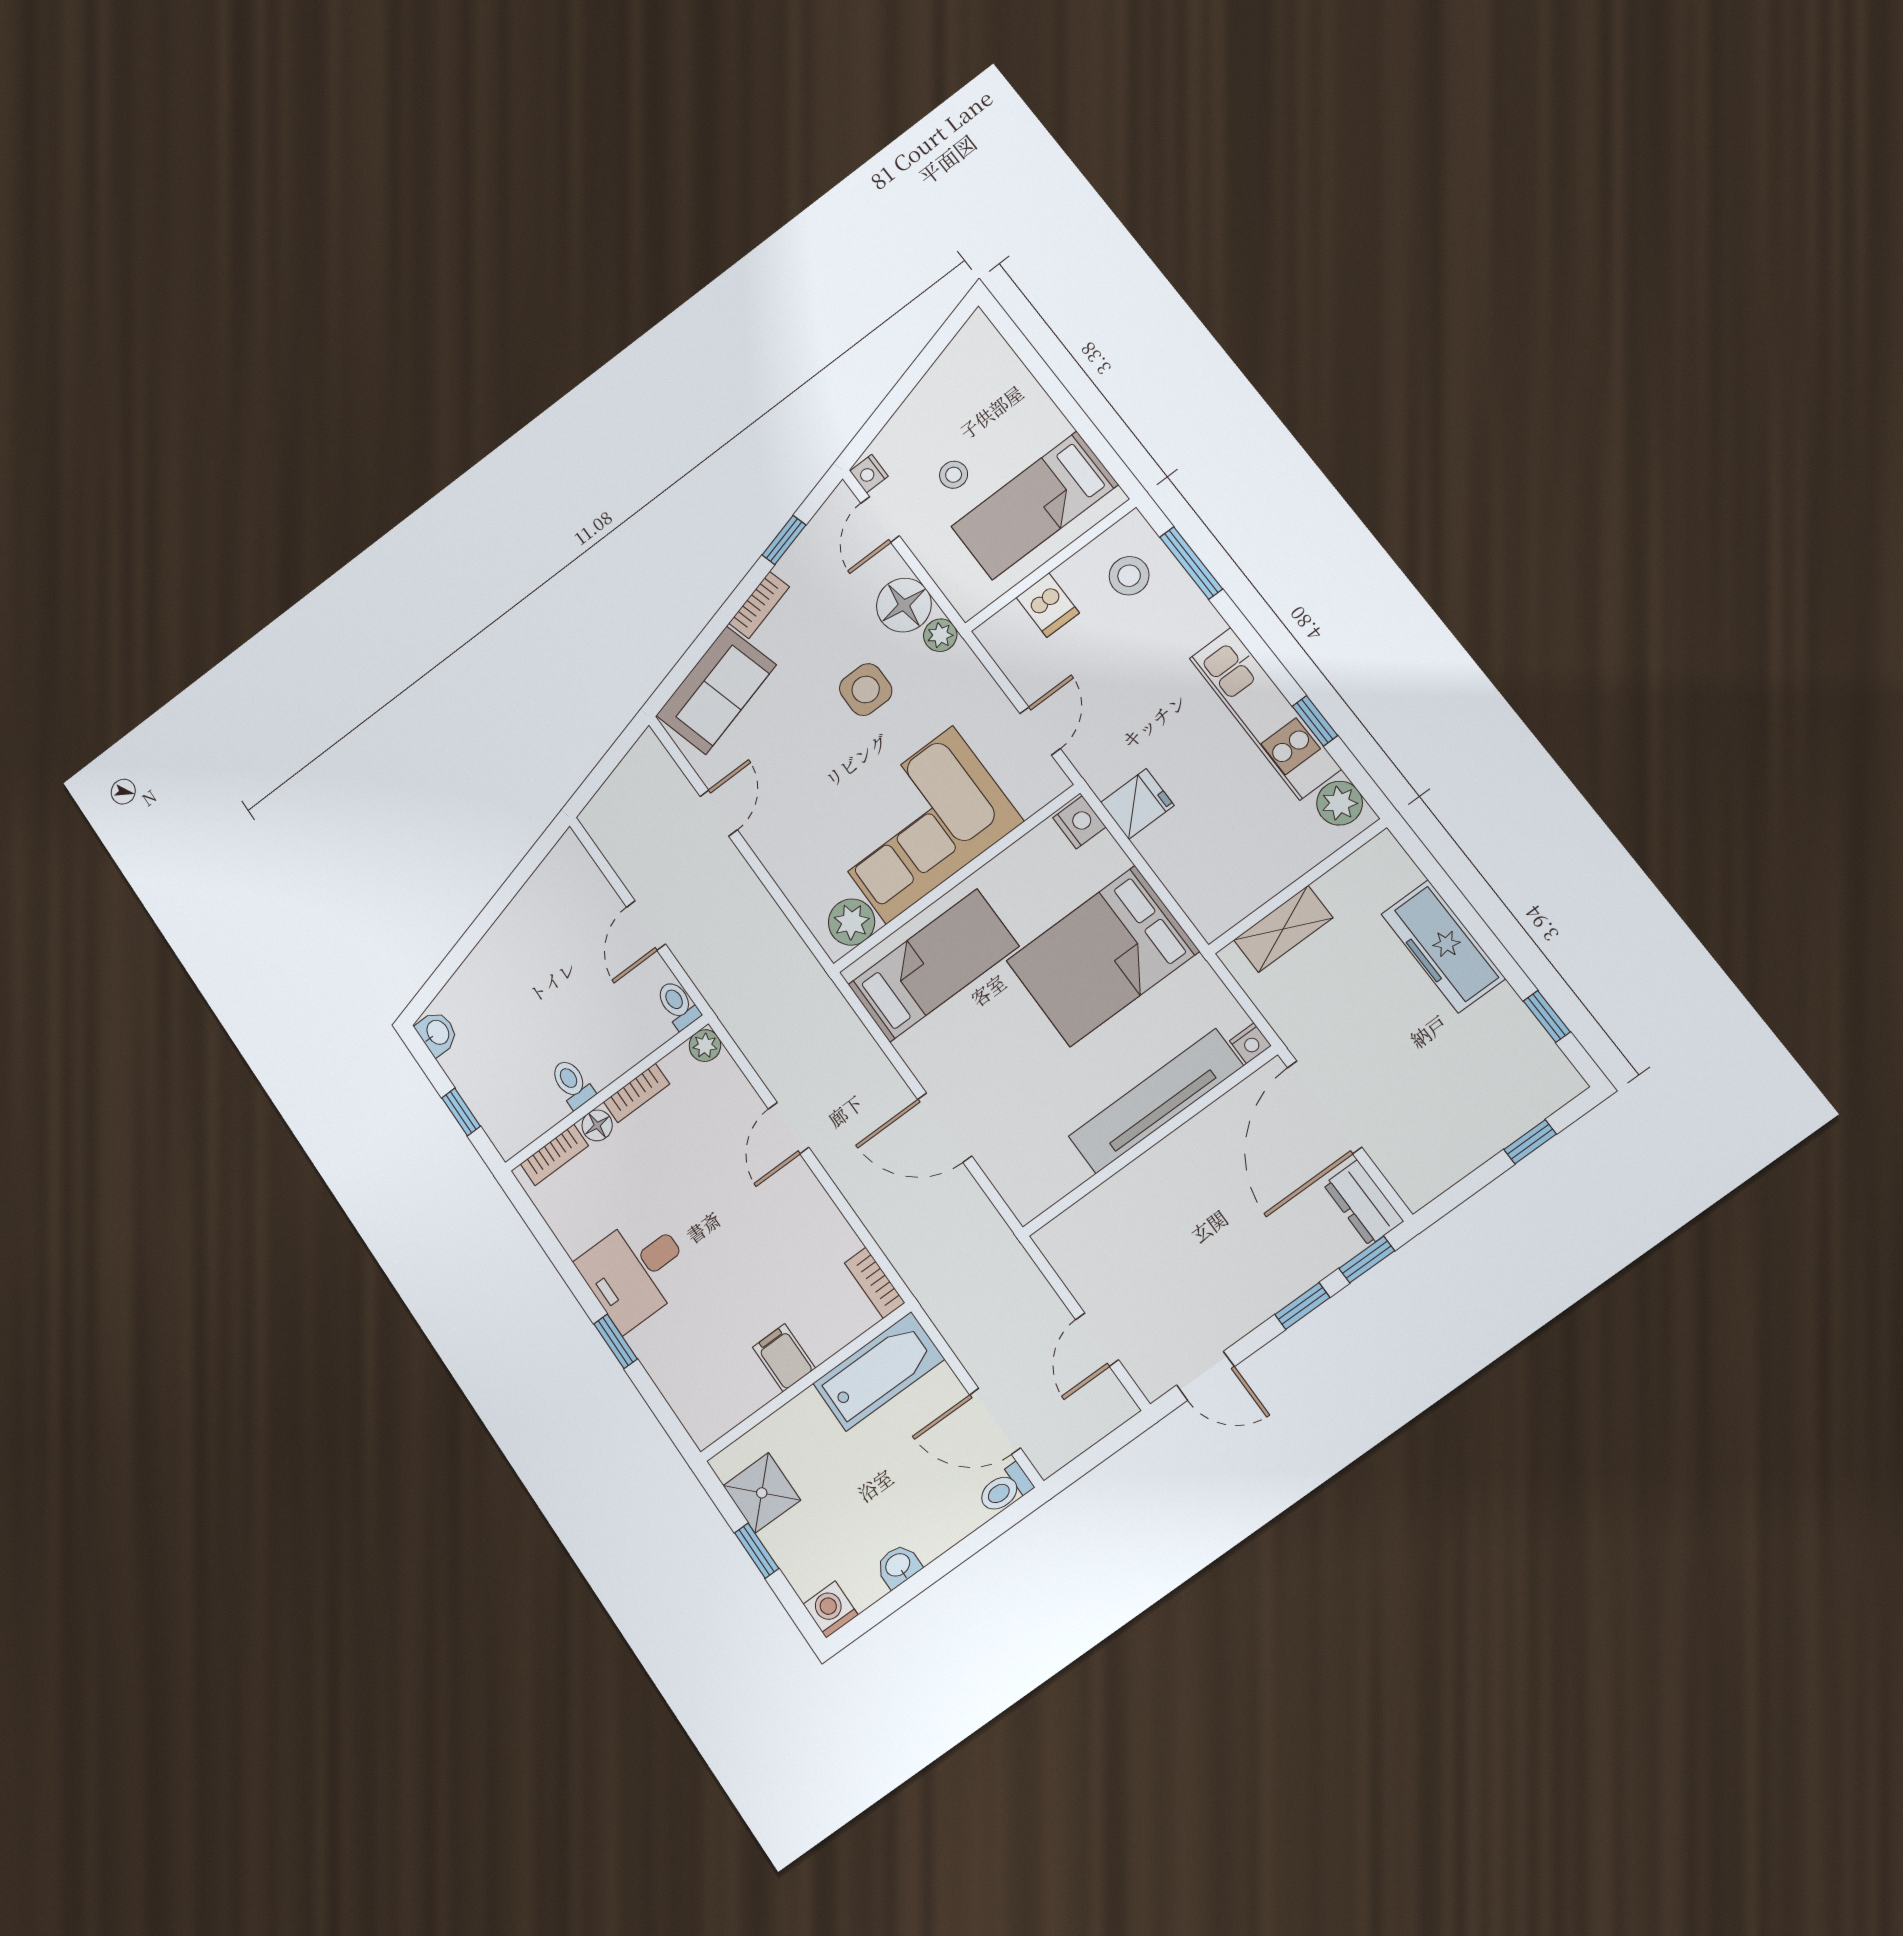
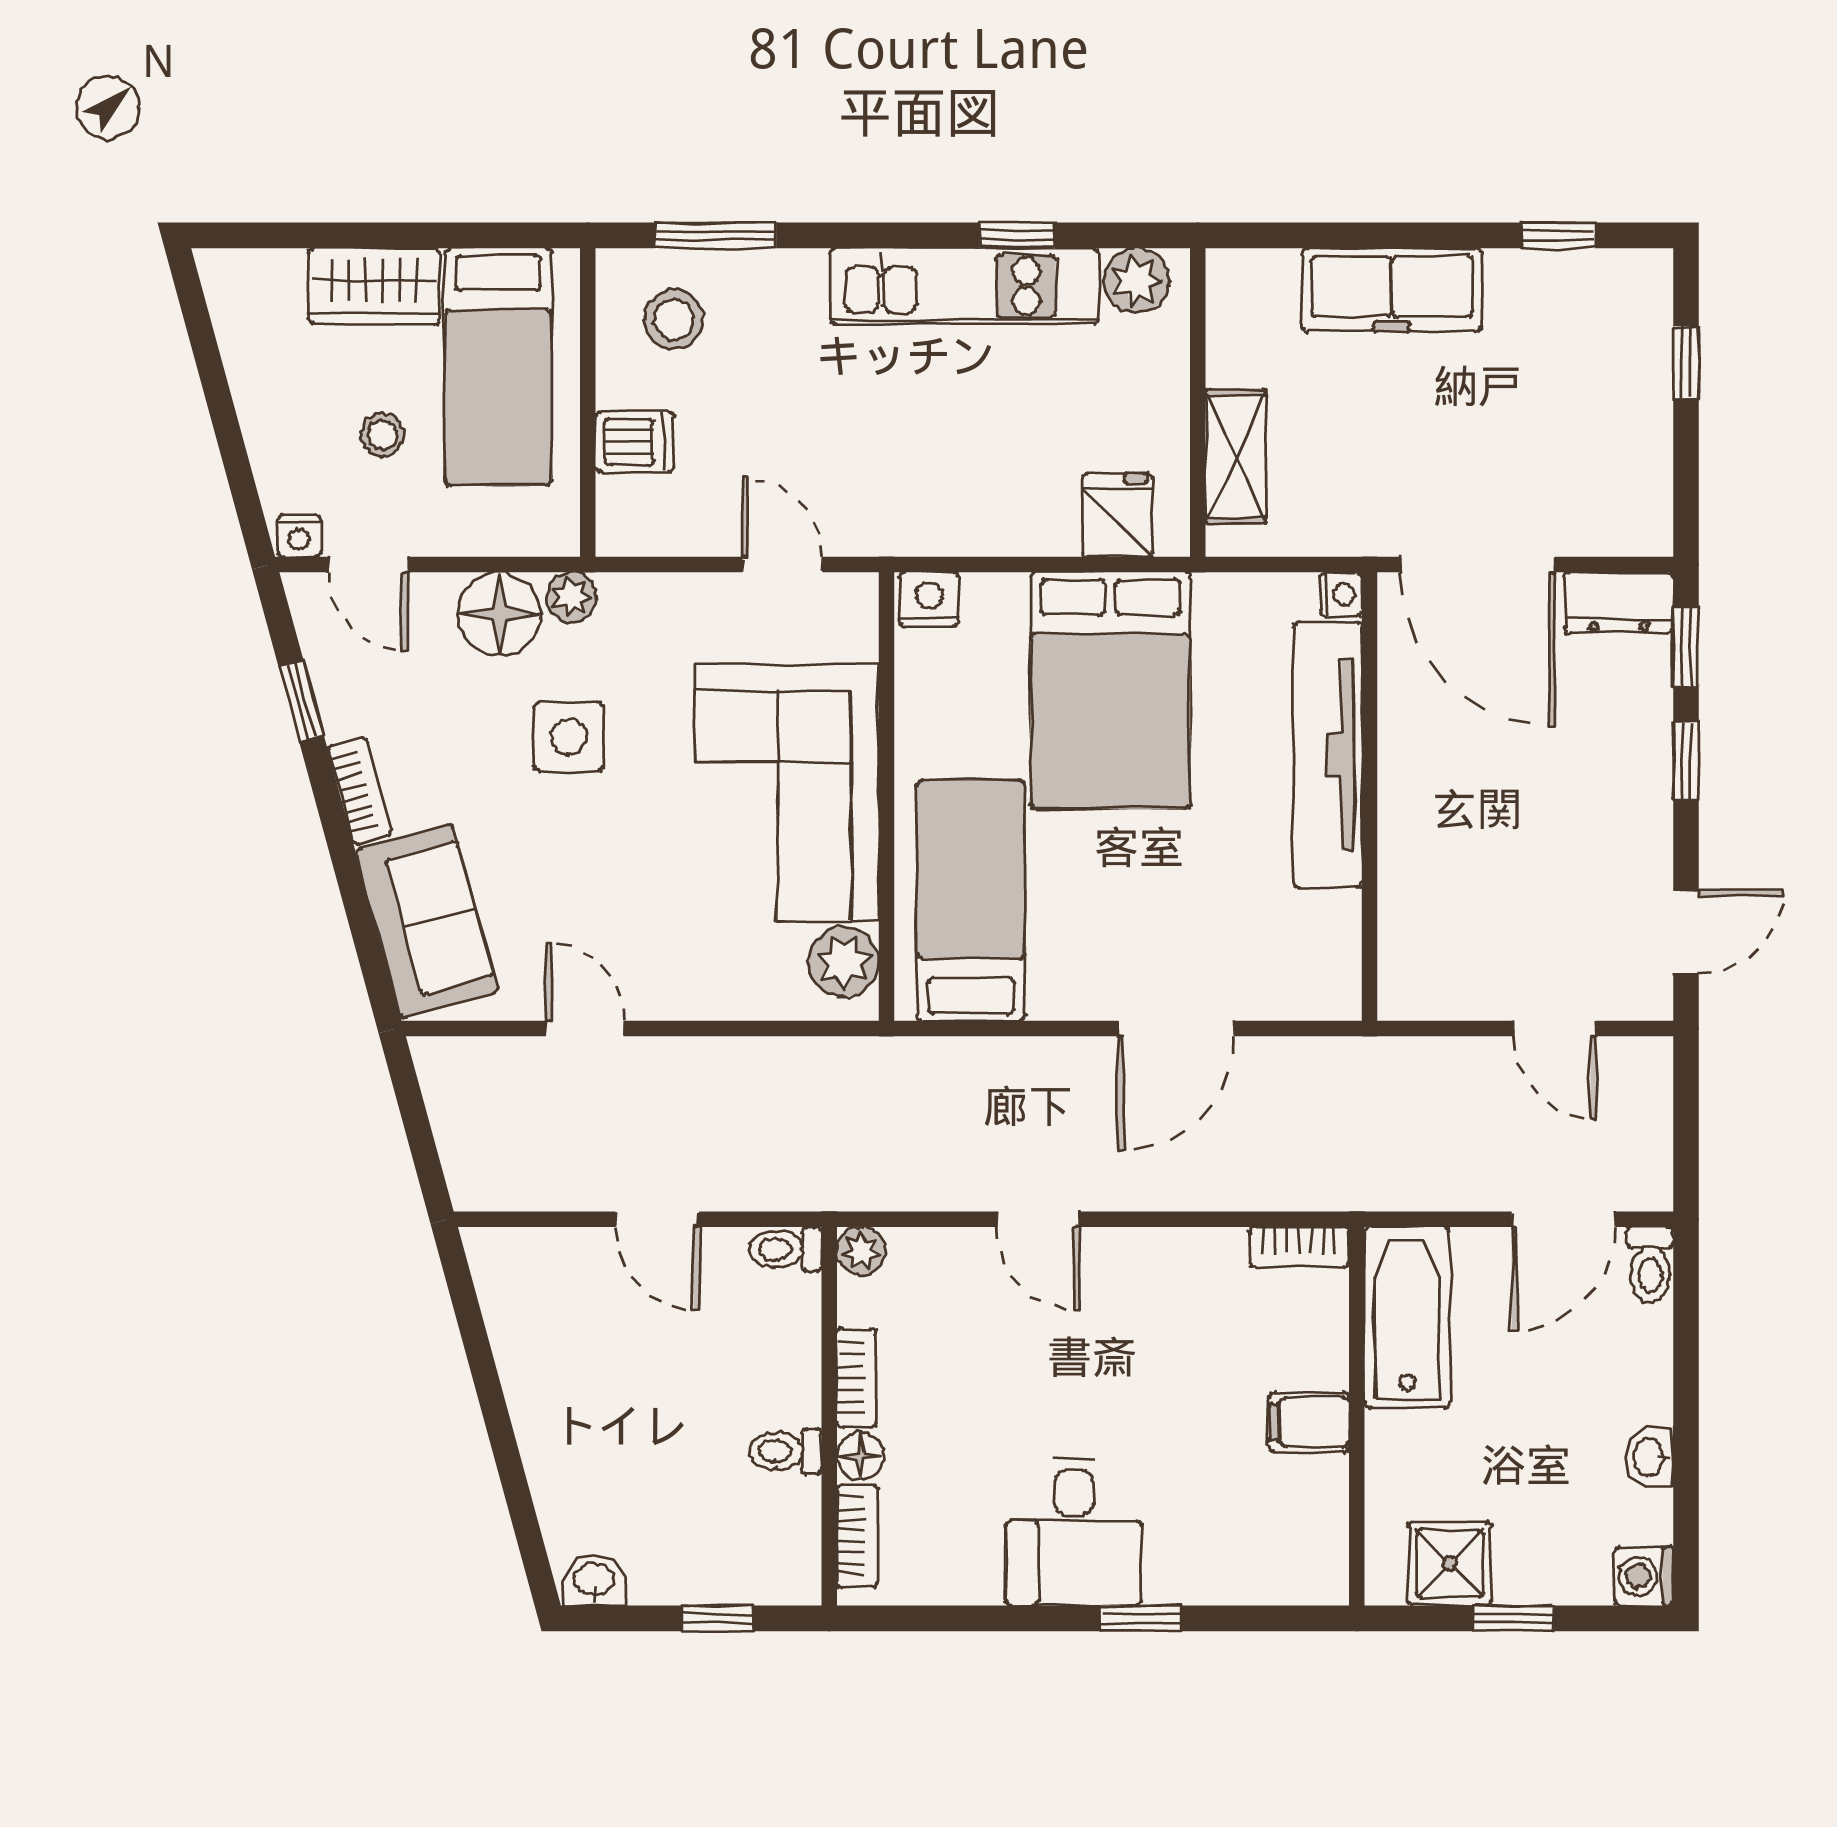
wardrobe: (1029, 411) -> (374, 286), added
fridge: (1137, 804) -> (1117, 515), moved

